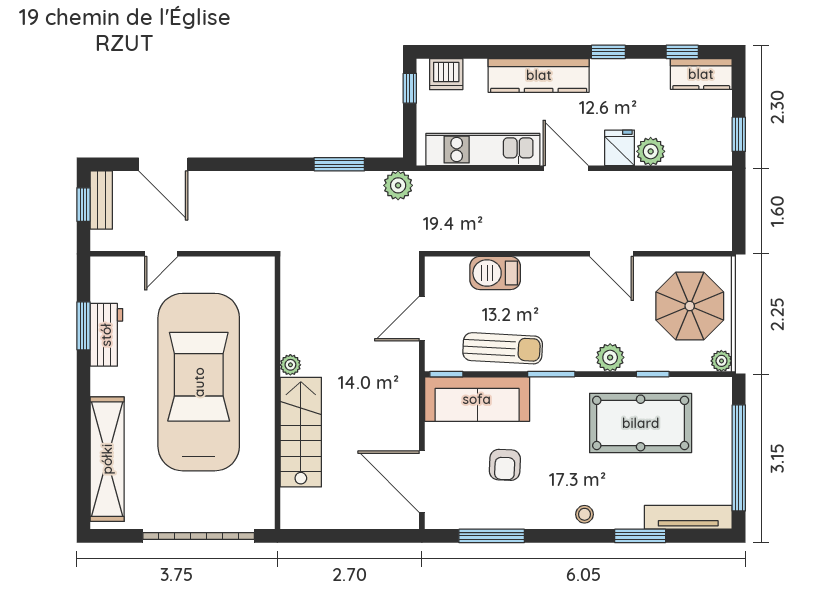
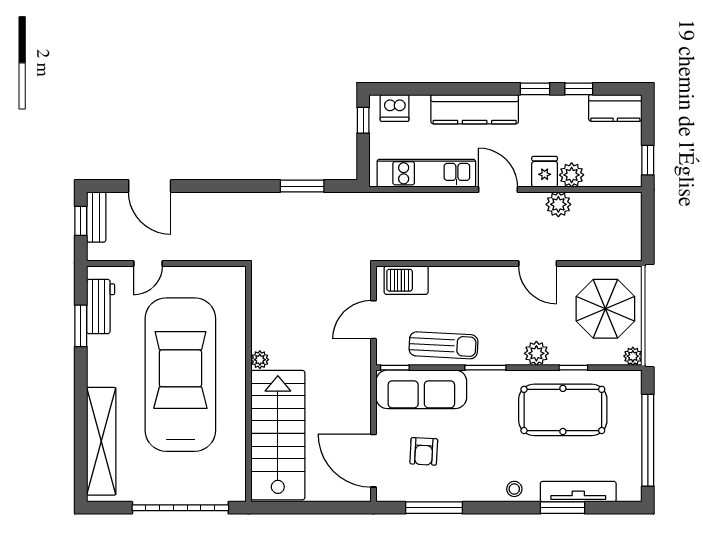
window: (682, 52) -> (579, 89), moved
plant: (398, 185) -> (558, 204), moved
barbecue: (495, 273) -> (406, 280), moved
workbench: (106, 335) -> (101, 307), moved
stairs: (301, 432) -> (278, 435), width x1.36, depth x1.51
armchair: (505, 465) -> (424, 451), moved
tv unit: (688, 517) -> (578, 492), moved

